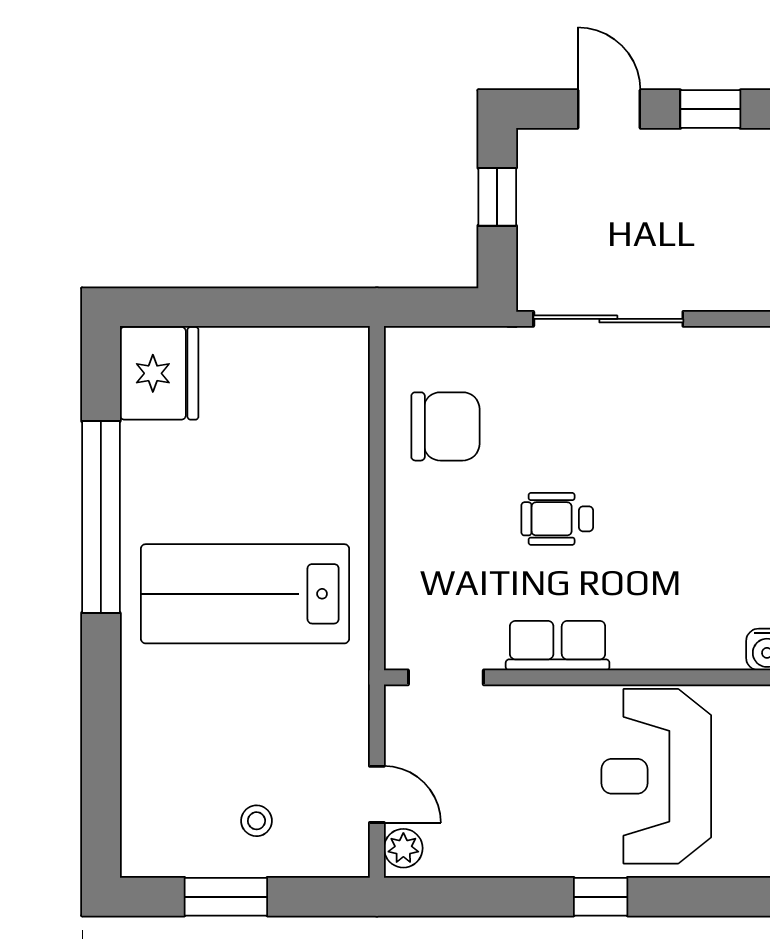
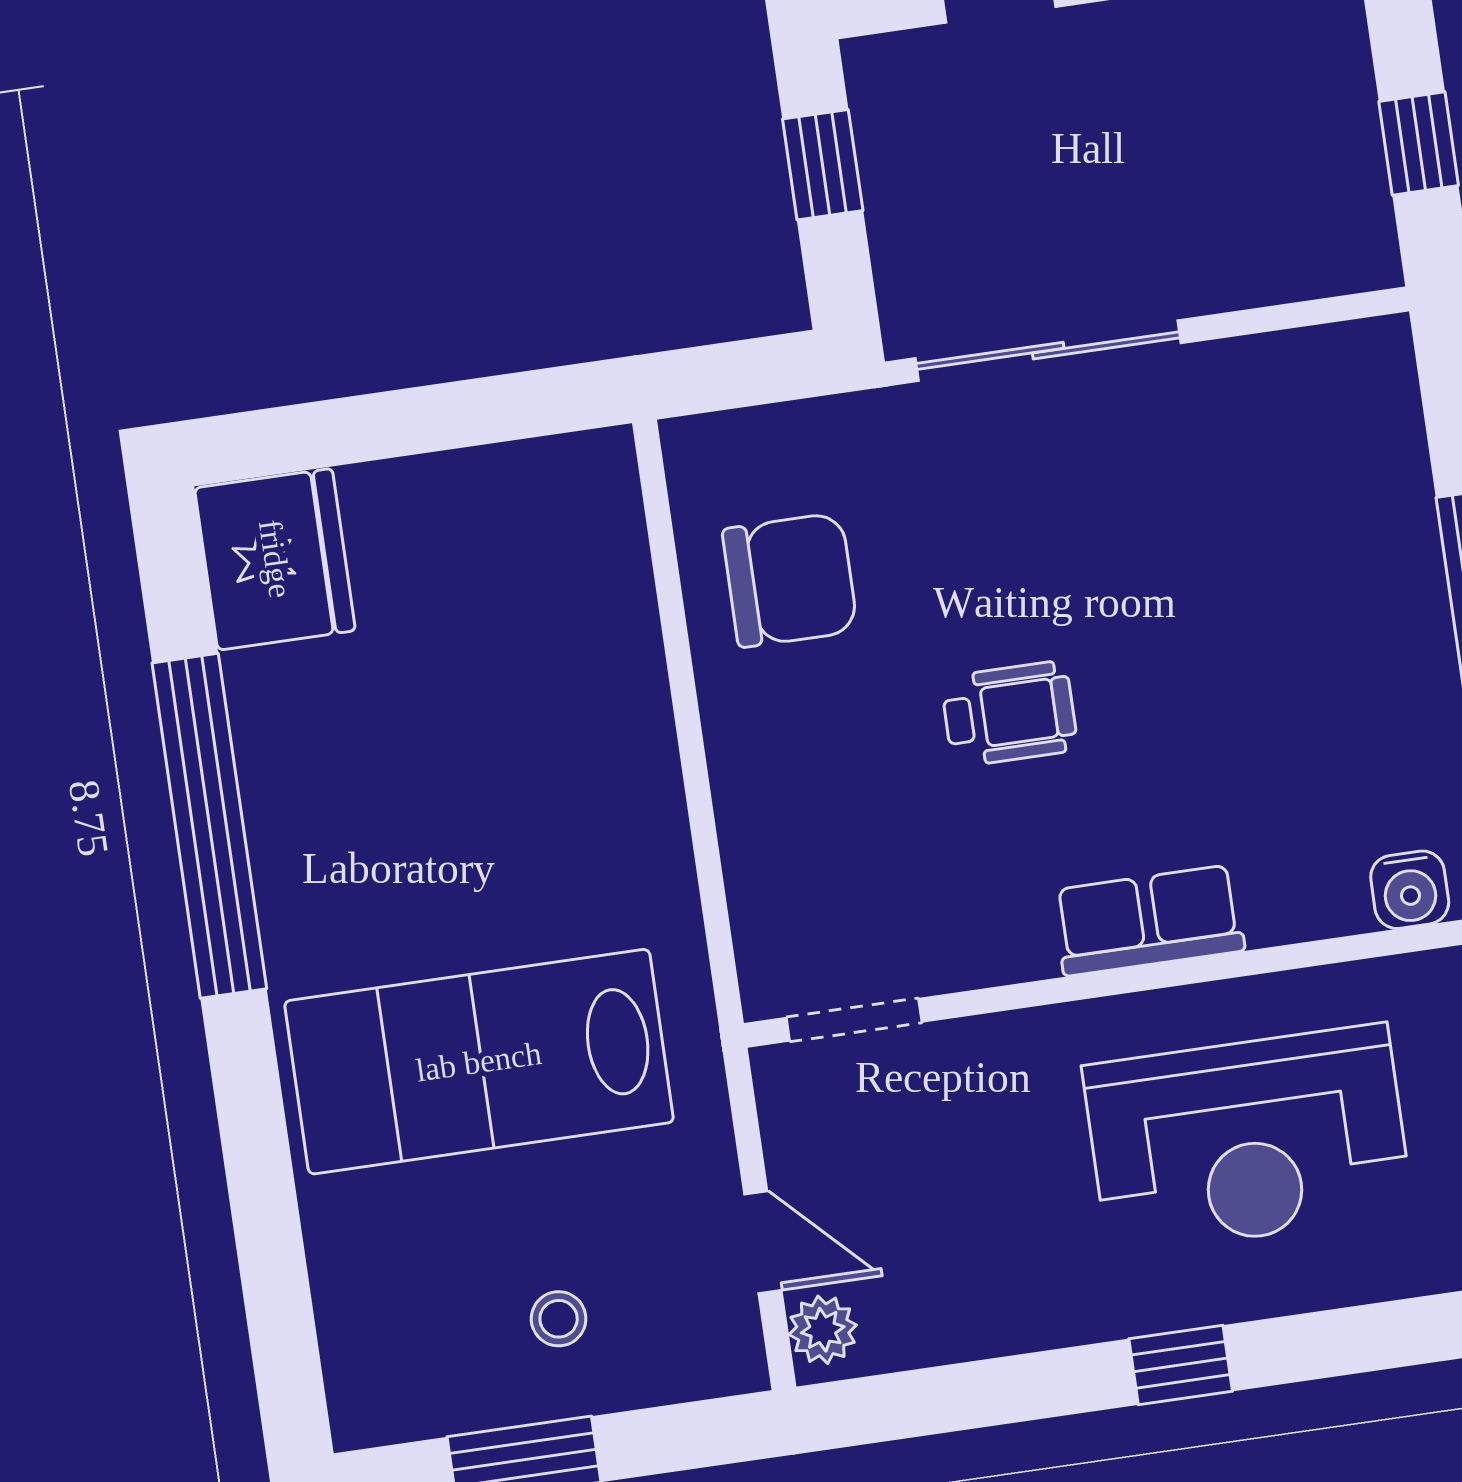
wheelchair: (557, 519) -> (1009, 714), turned 180
lab bench: (245, 594) -> (479, 1062), moved
row of seats: (558, 646) -> (1149, 920), moved
reception desk: (656, 776) -> (1248, 1140), turned -90

